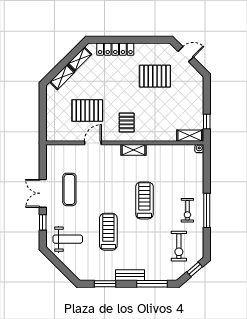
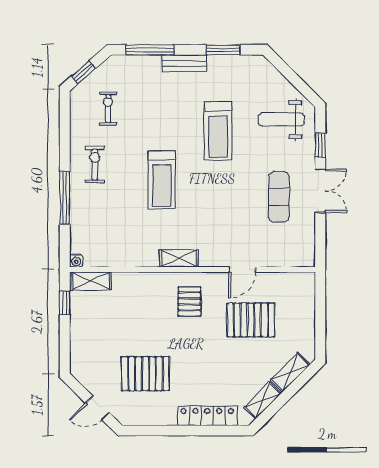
window: (207, 210) -> (65, 198), moved
exercise bike: (179, 246) -> (108, 108), width x0.73, depth x0.72

